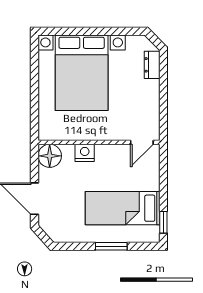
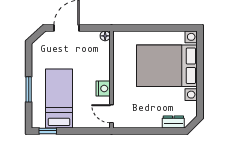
nightstand: (85, 153) -> (103, 89), moved
floor lamp: (50, 156) -> (105, 36), width x0.53, depth x0.53

